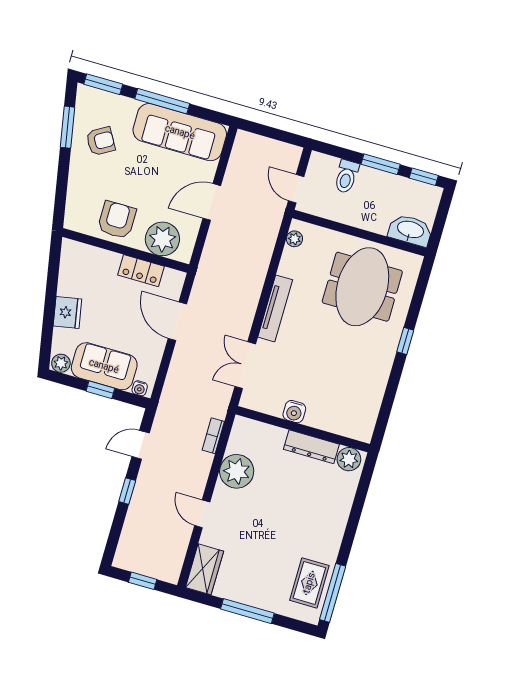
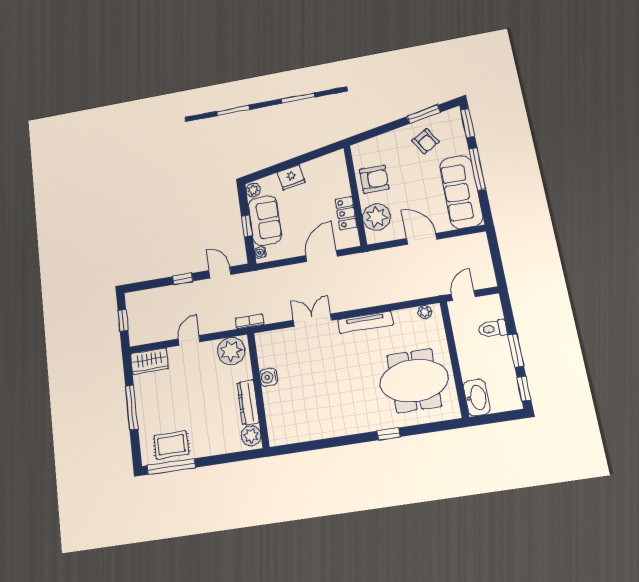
water cooler: (294, 412) -> (268, 377), moved
wall: (303, 429) -> (258, 390), moved
dresser: (311, 447) -> (248, 403), moved
plant: (349, 459) -> (251, 436), moved

